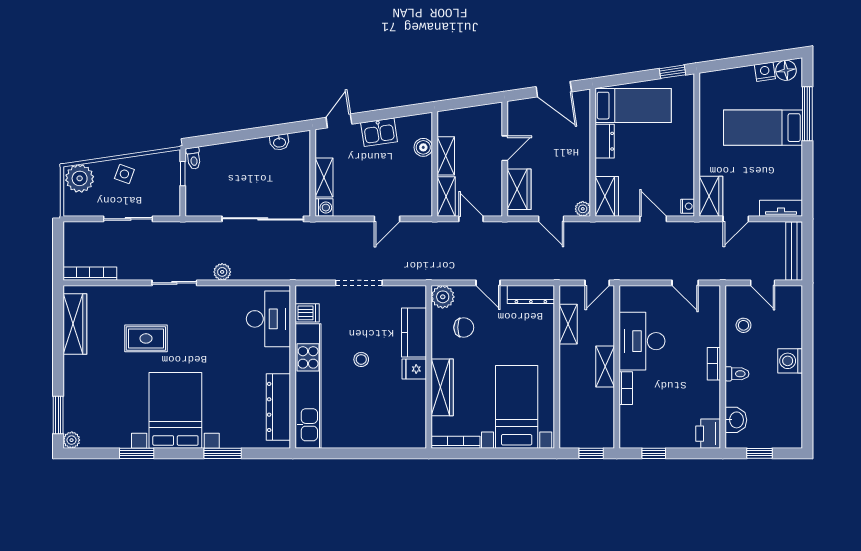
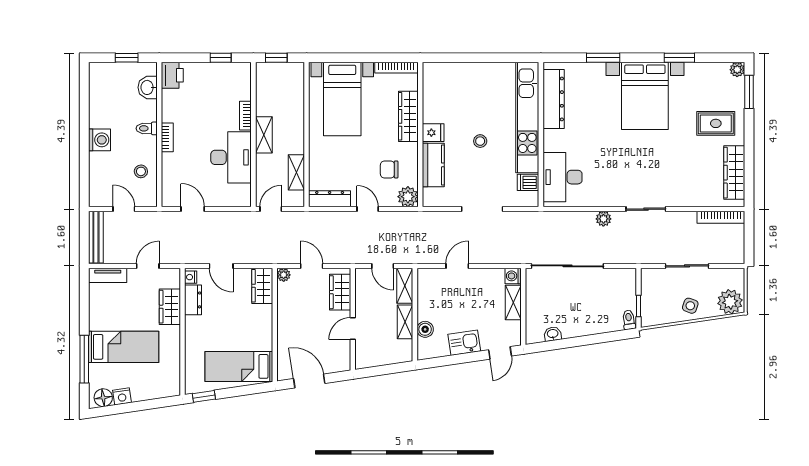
dresser: (605, 141) -> (193, 300), moved, turned 180
wardrobe: (711, 196) -> (170, 307), moved
rug: (146, 338) -> (716, 123), moved

